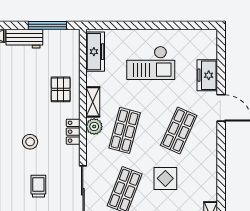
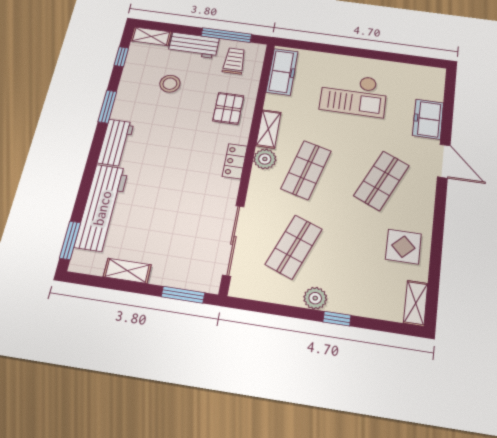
stool: (30, 142) -> (170, 84), moved
display table: (165, 178) -> (403, 247), moved
trolley: (38, 186) -> (234, 61), moved

